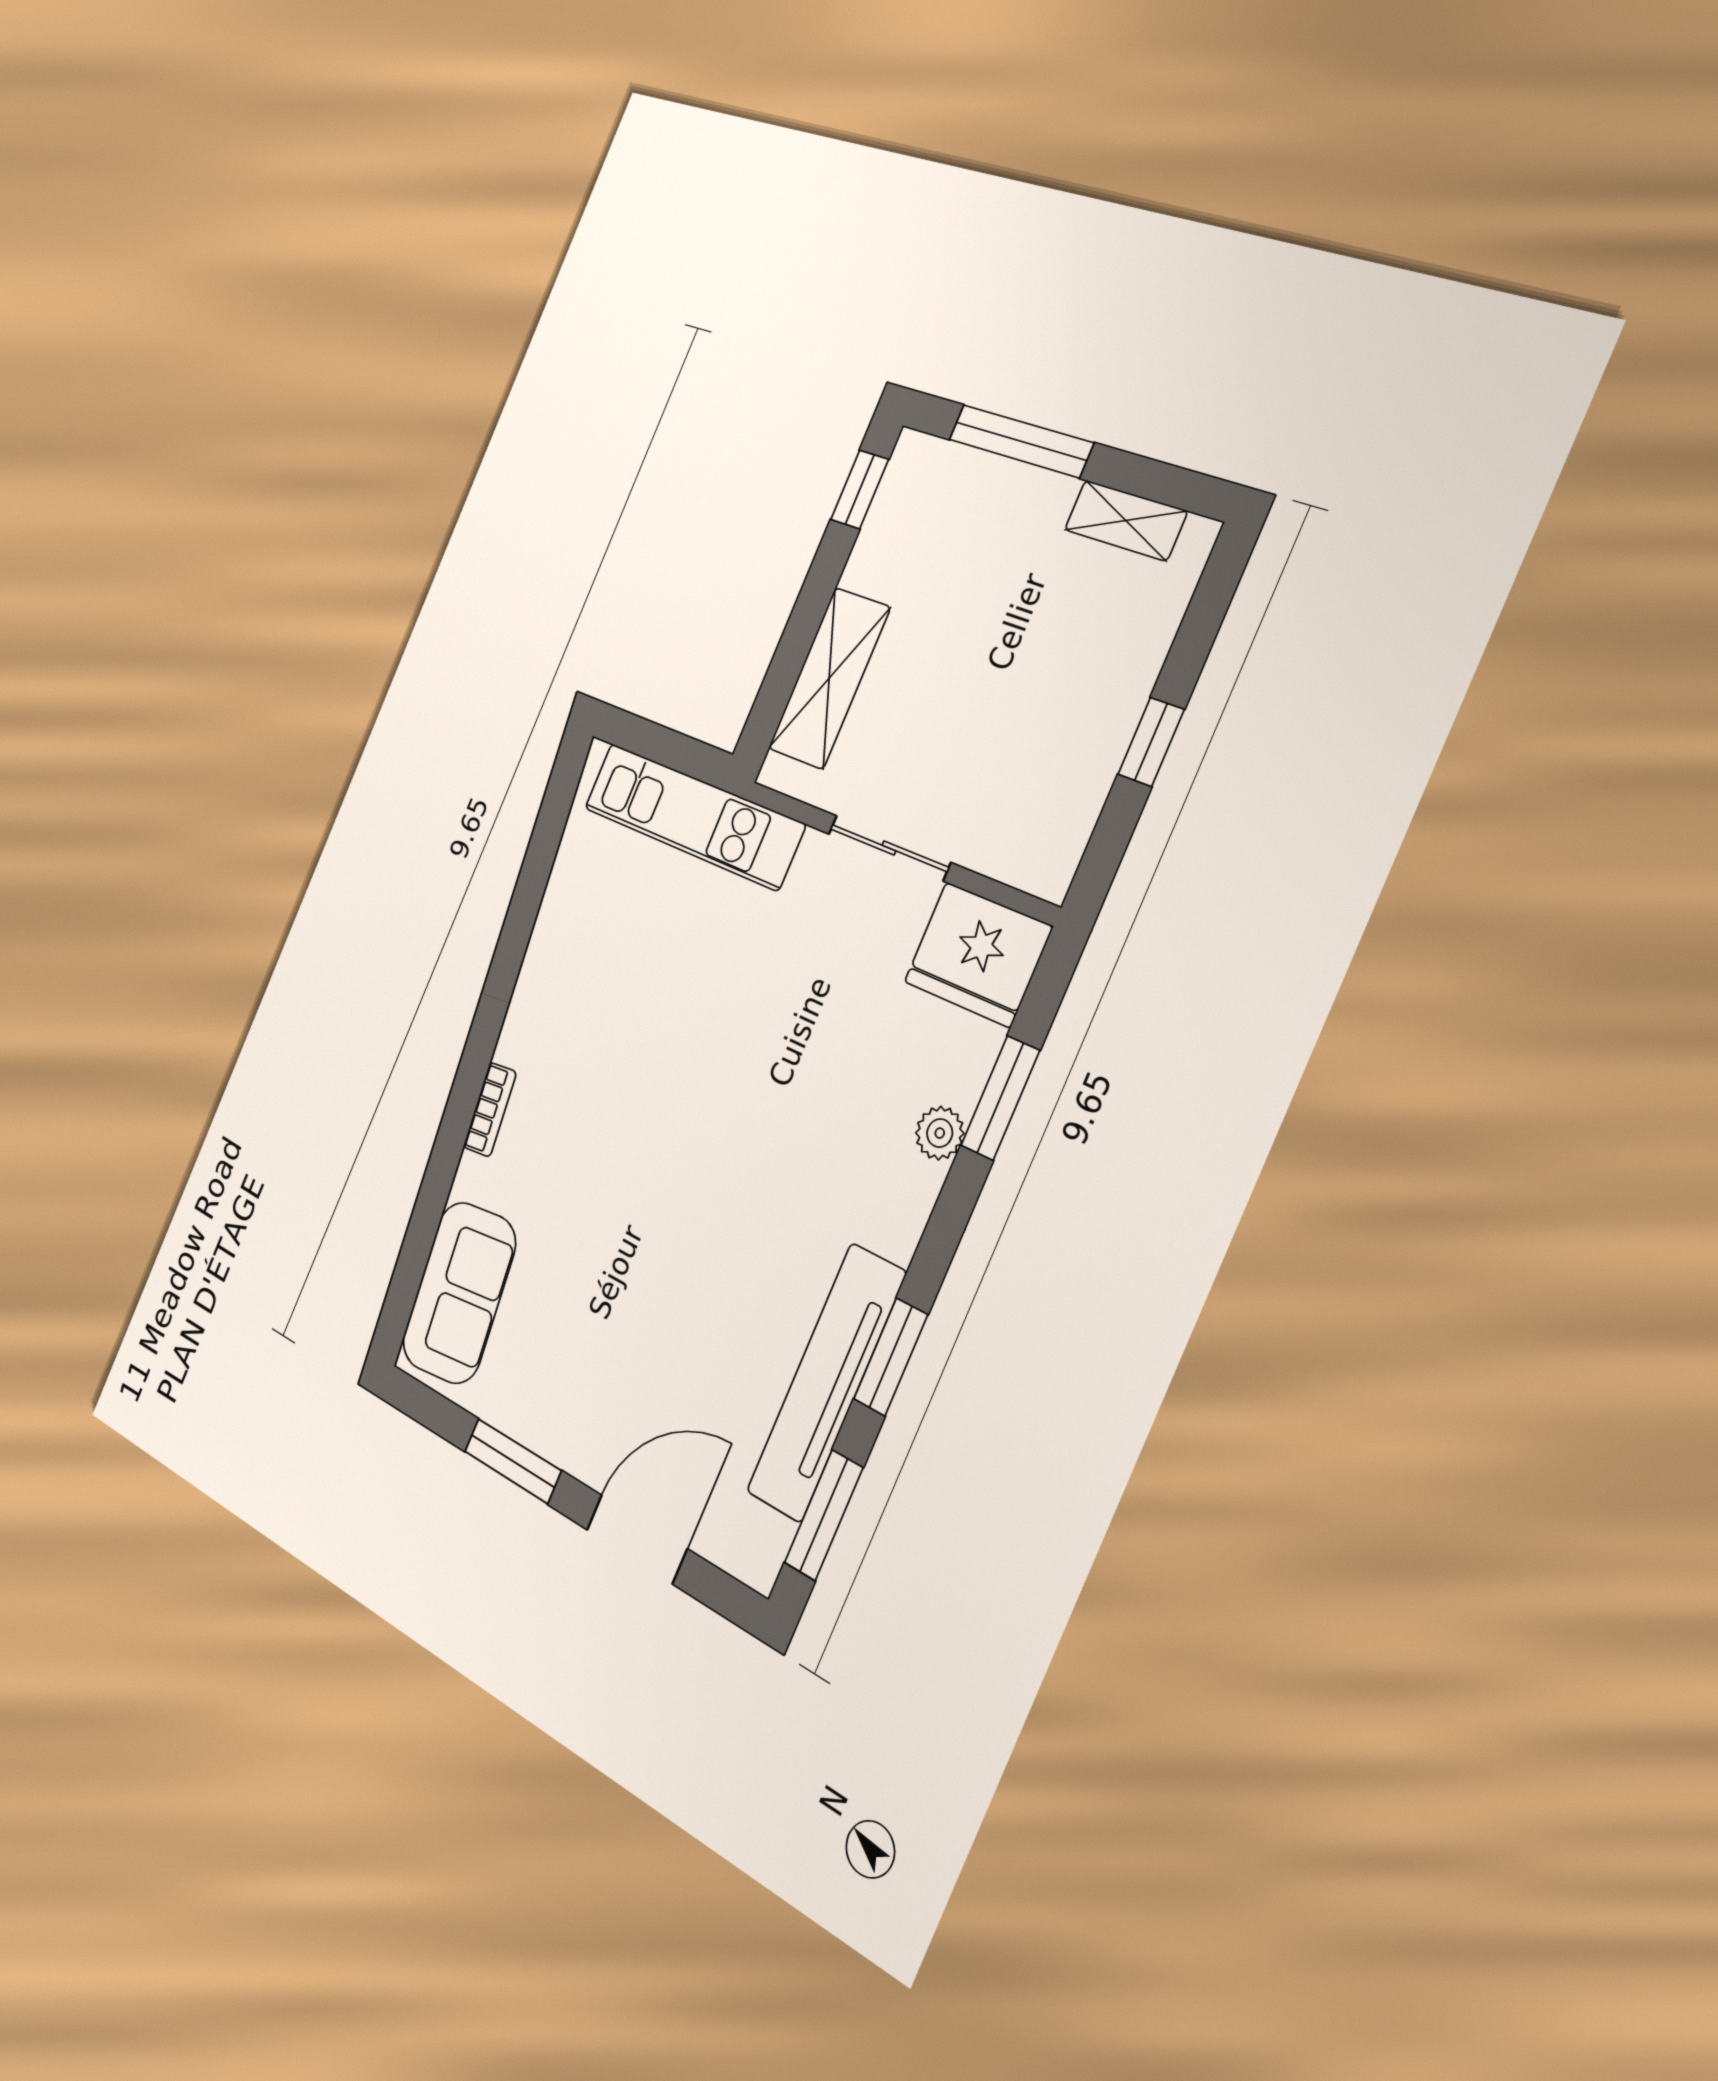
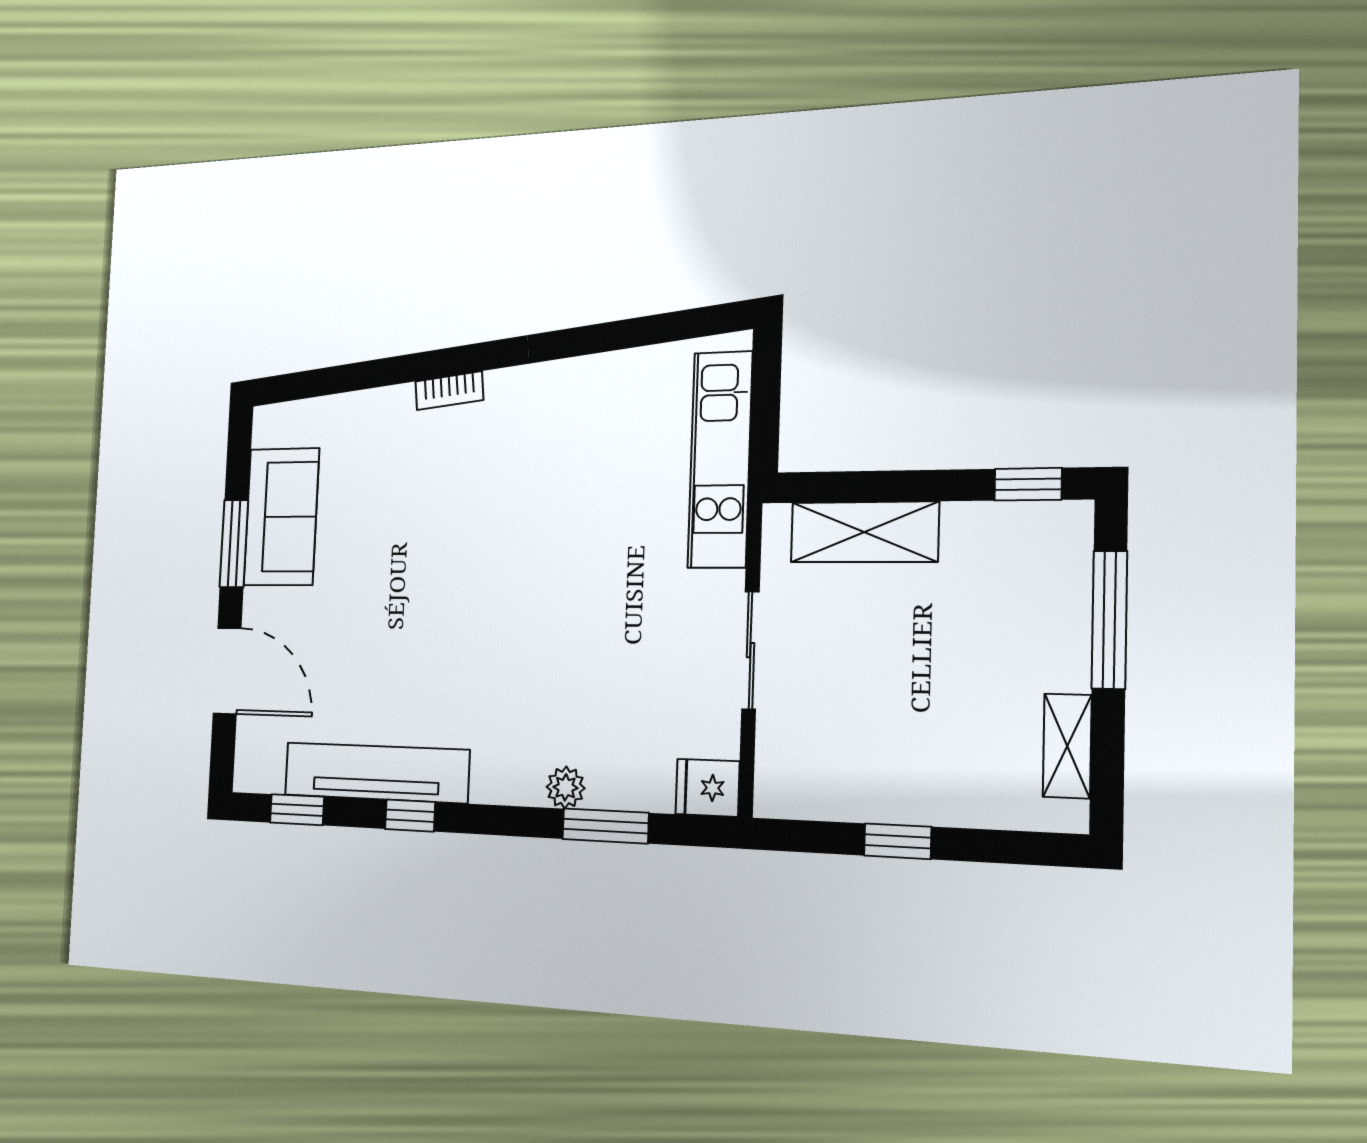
fridge: (978, 954) -> (707, 788), width x0.53, depth x0.75
sofa: (459, 1293) -> (281, 517), moved, turned -84
window: (891, 1357) -> (410, 816), width x0.67
window: (824, 1515) -> (297, 810), width x0.67

